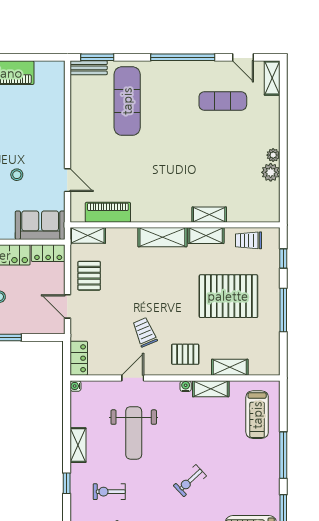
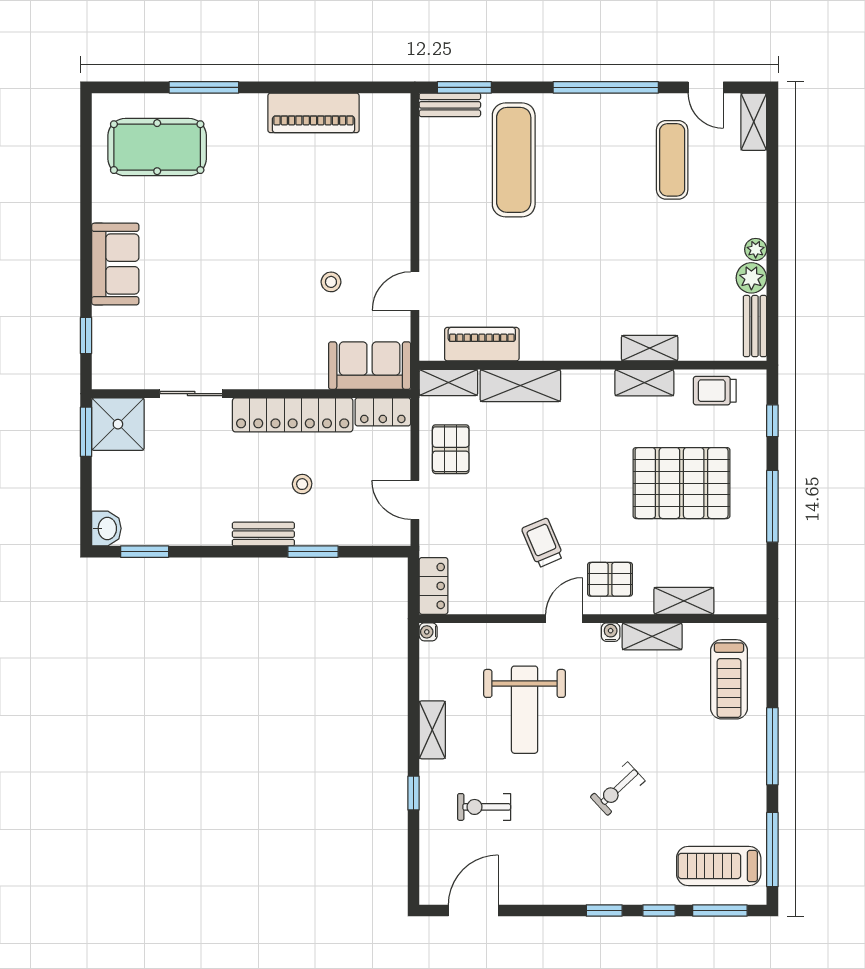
exercise mat: (223, 101) -> (672, 160), turned 90
door: (67, 180) -> (415, 291), swing flipped
bench: (273, 201) -> (755, 326), added
shelving: (162, 237) -> (520, 386), moved
door: (133, 378) -> (564, 619), moved

